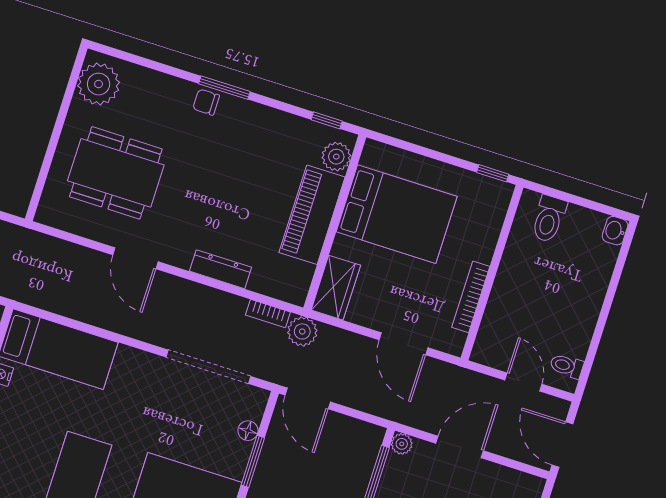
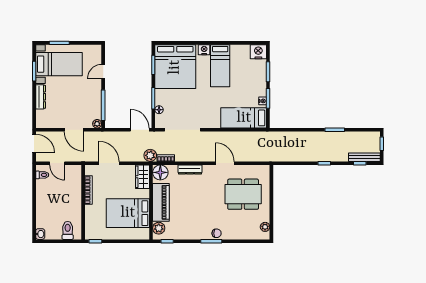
plant: (99, 84) -> (265, 227), width x0.53, depth x0.53
floor lamp: (291, 284) -> (160, 172), added
door: (460, 447) -> (74, 130), hinge flipped

